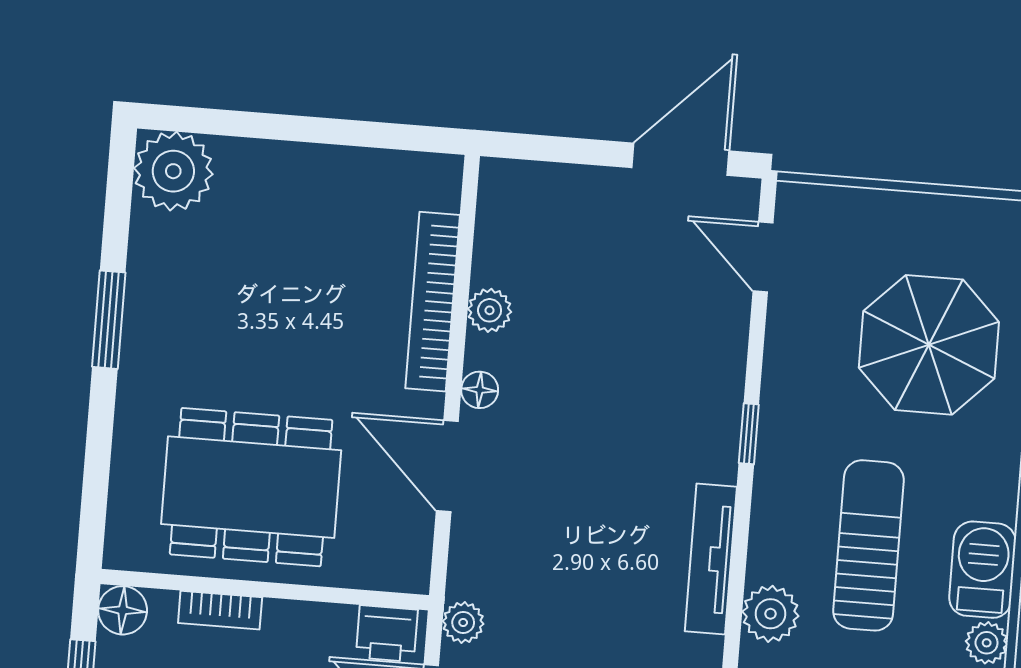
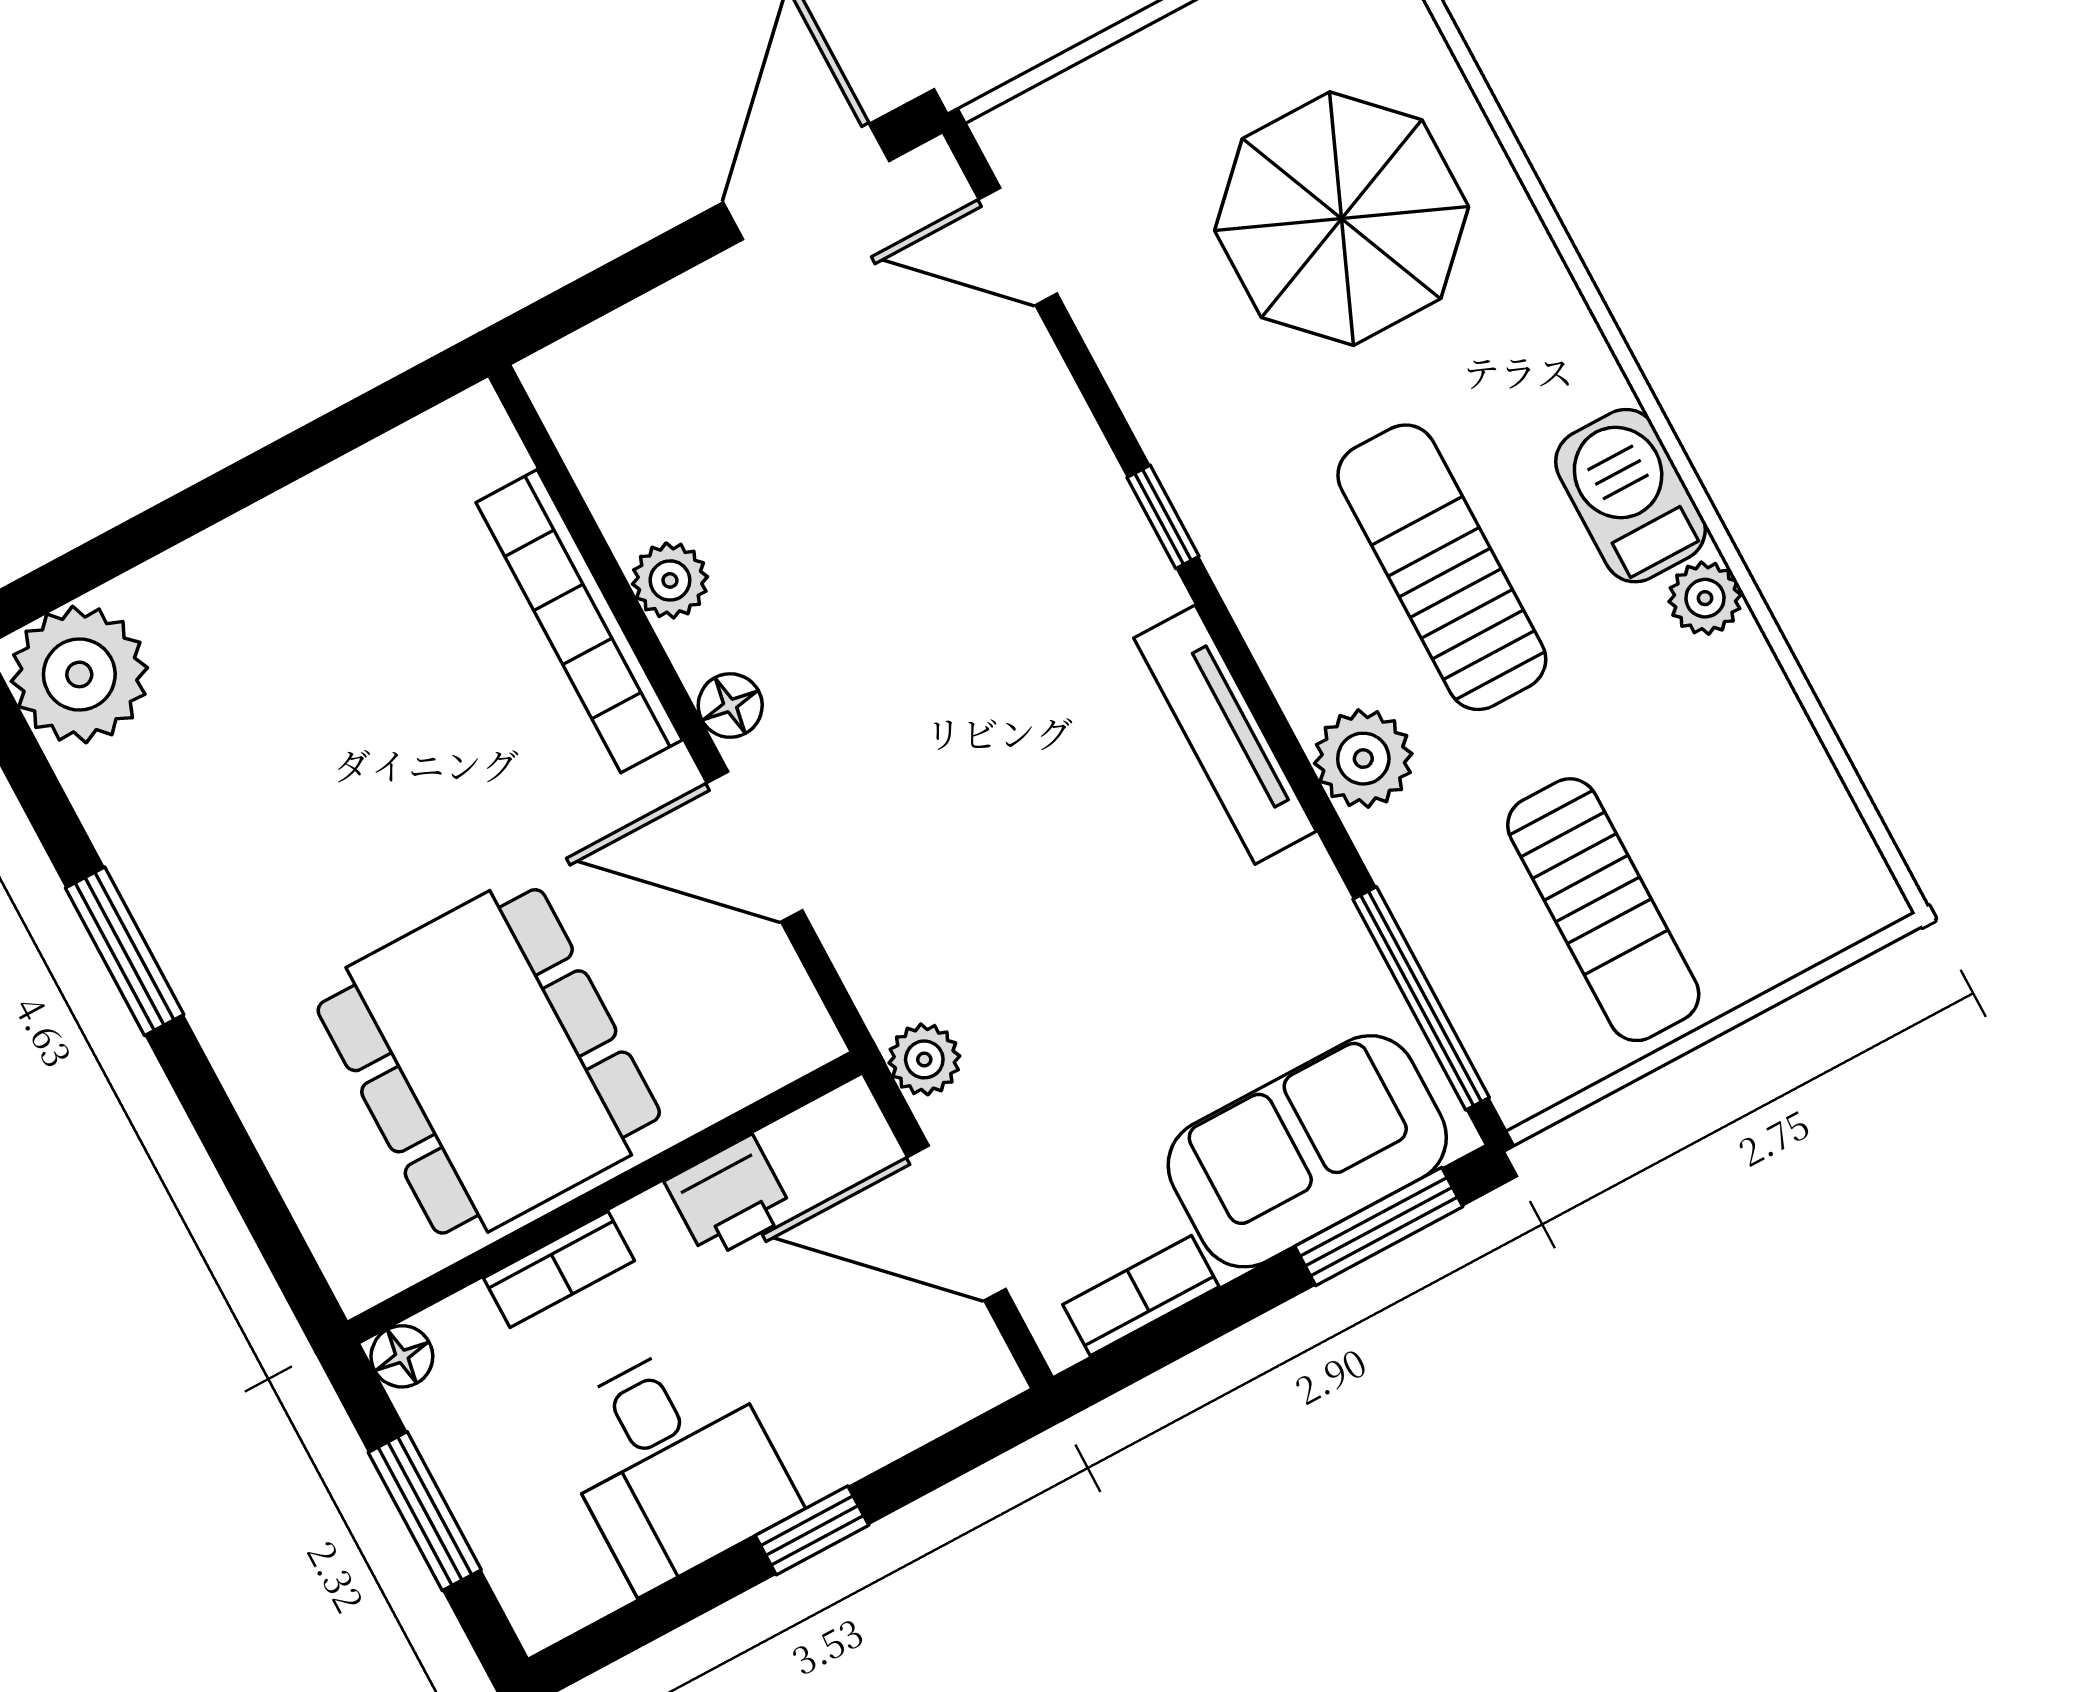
dining table: (251, 487) -> (489, 1061), turned 90
floor lamp: (123, 610) -> (402, 1356), width x0.73, depth x0.73
printer: (387, 634) -> (729, 1198), moved

